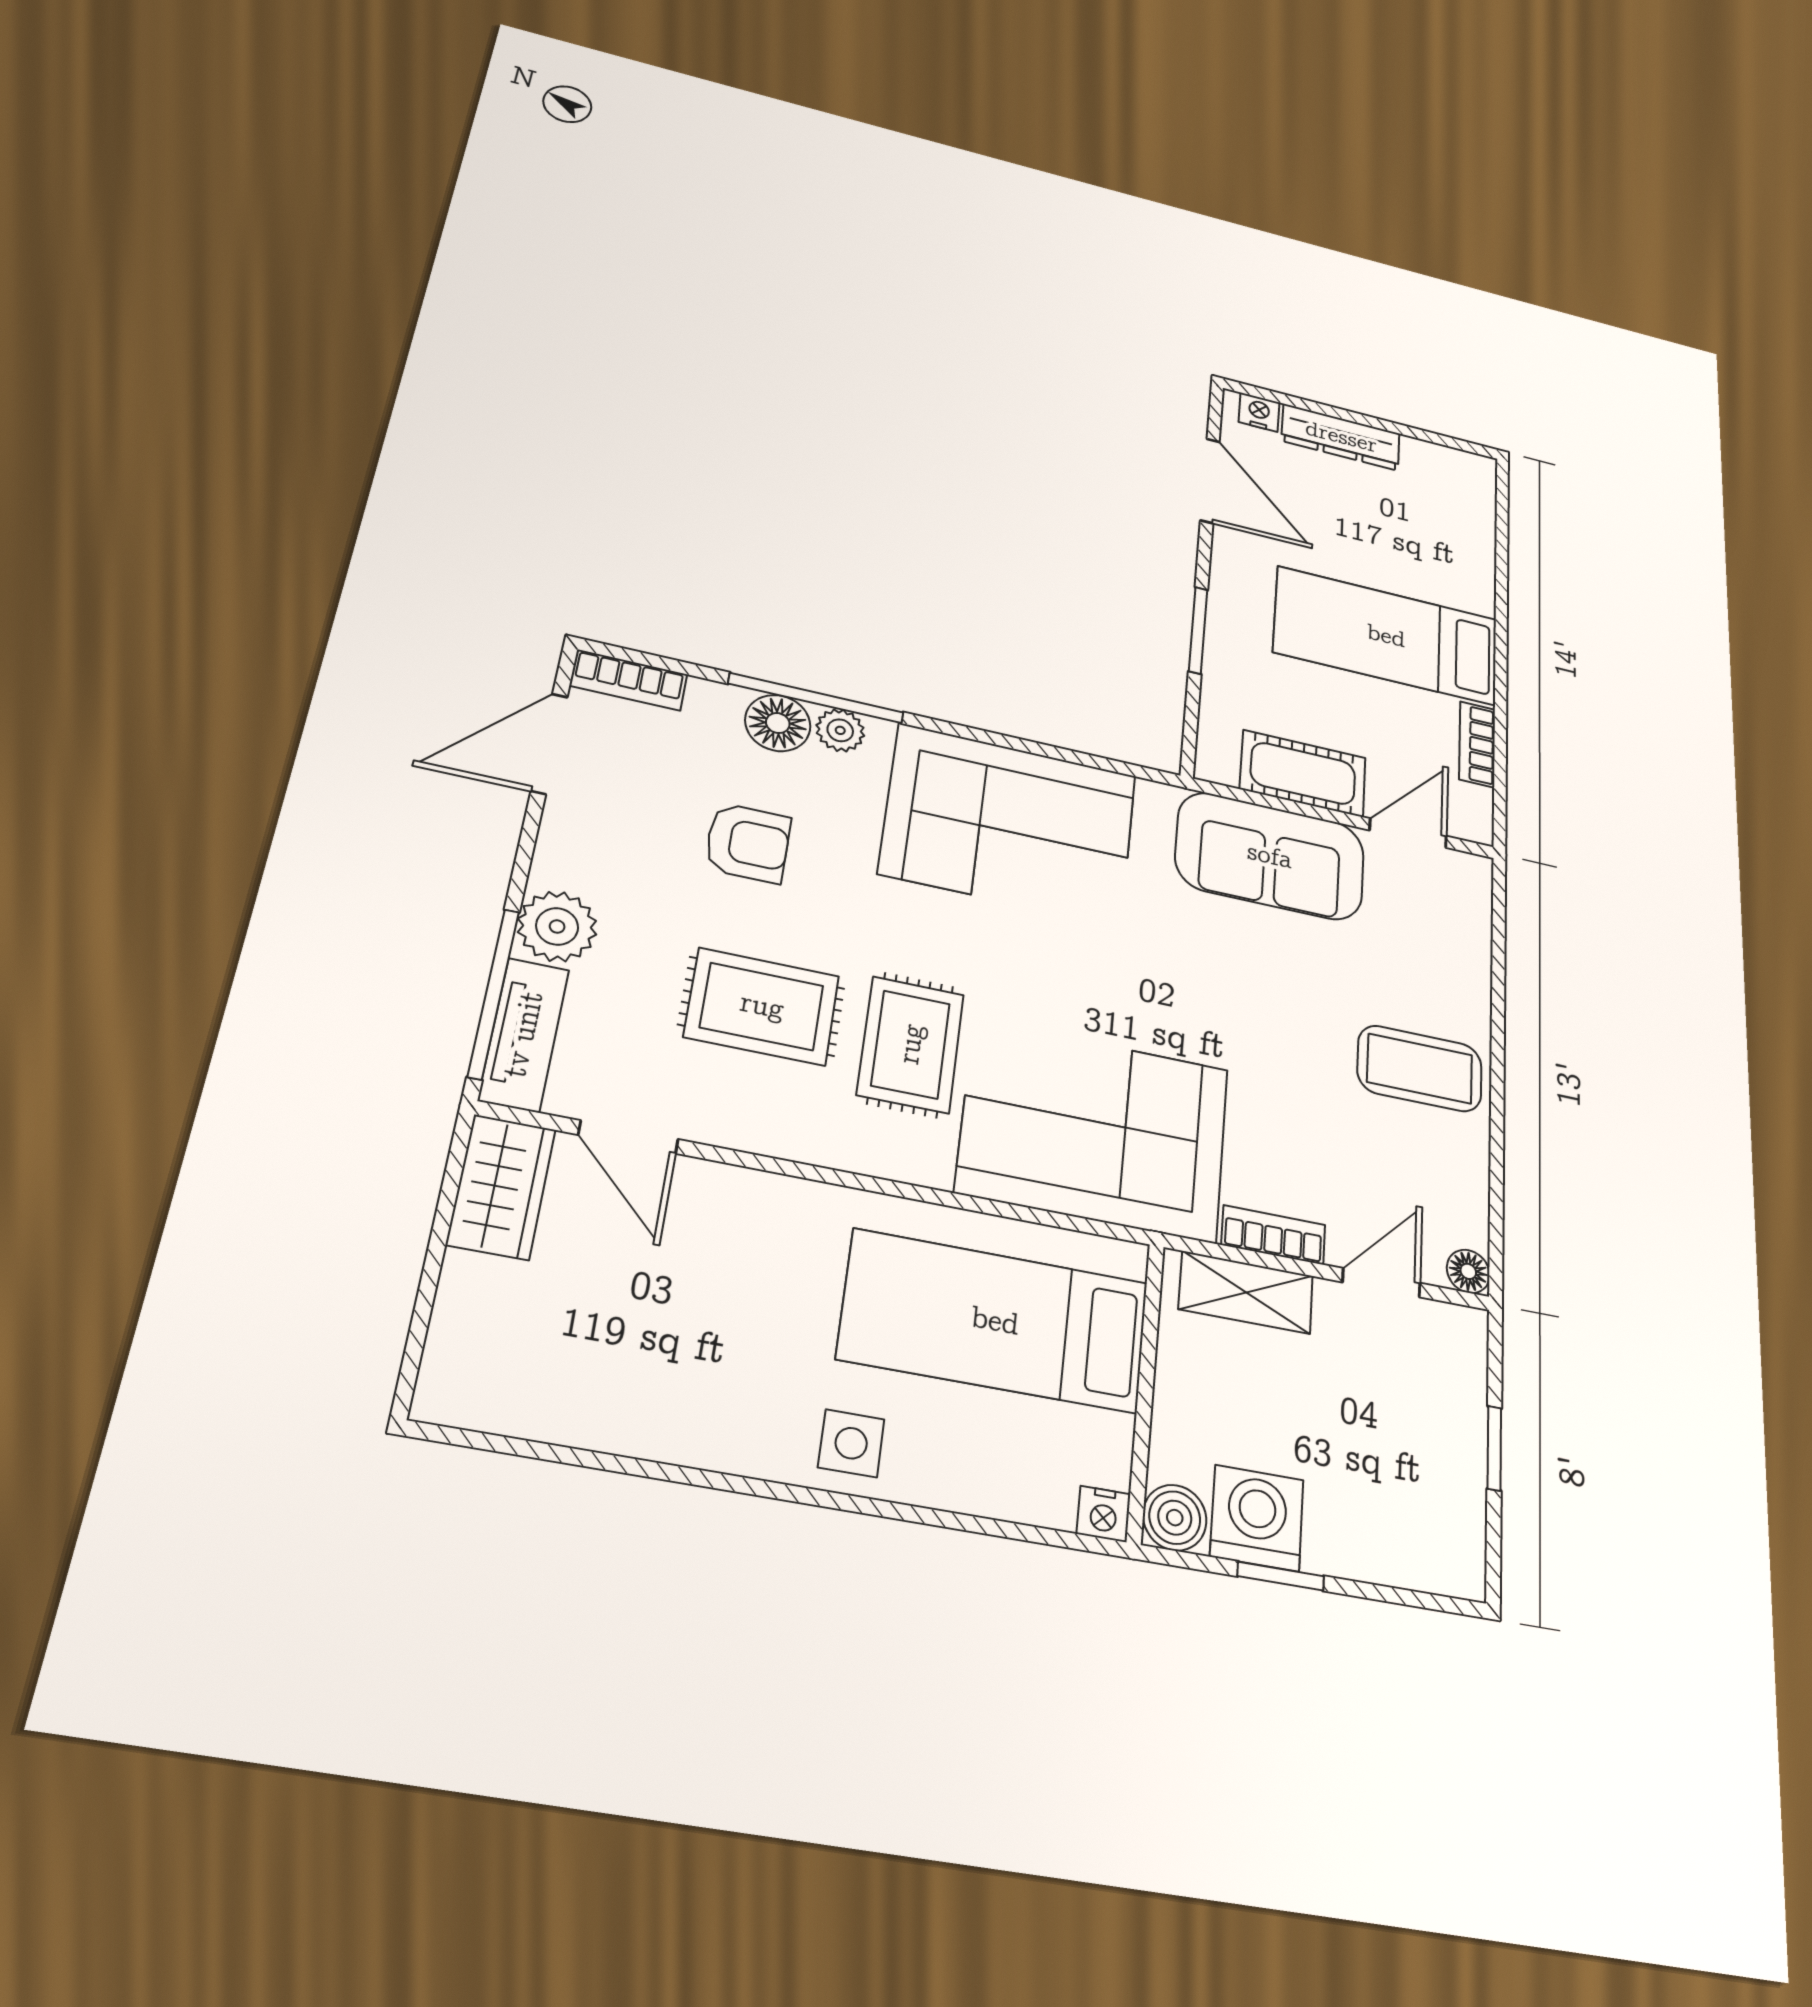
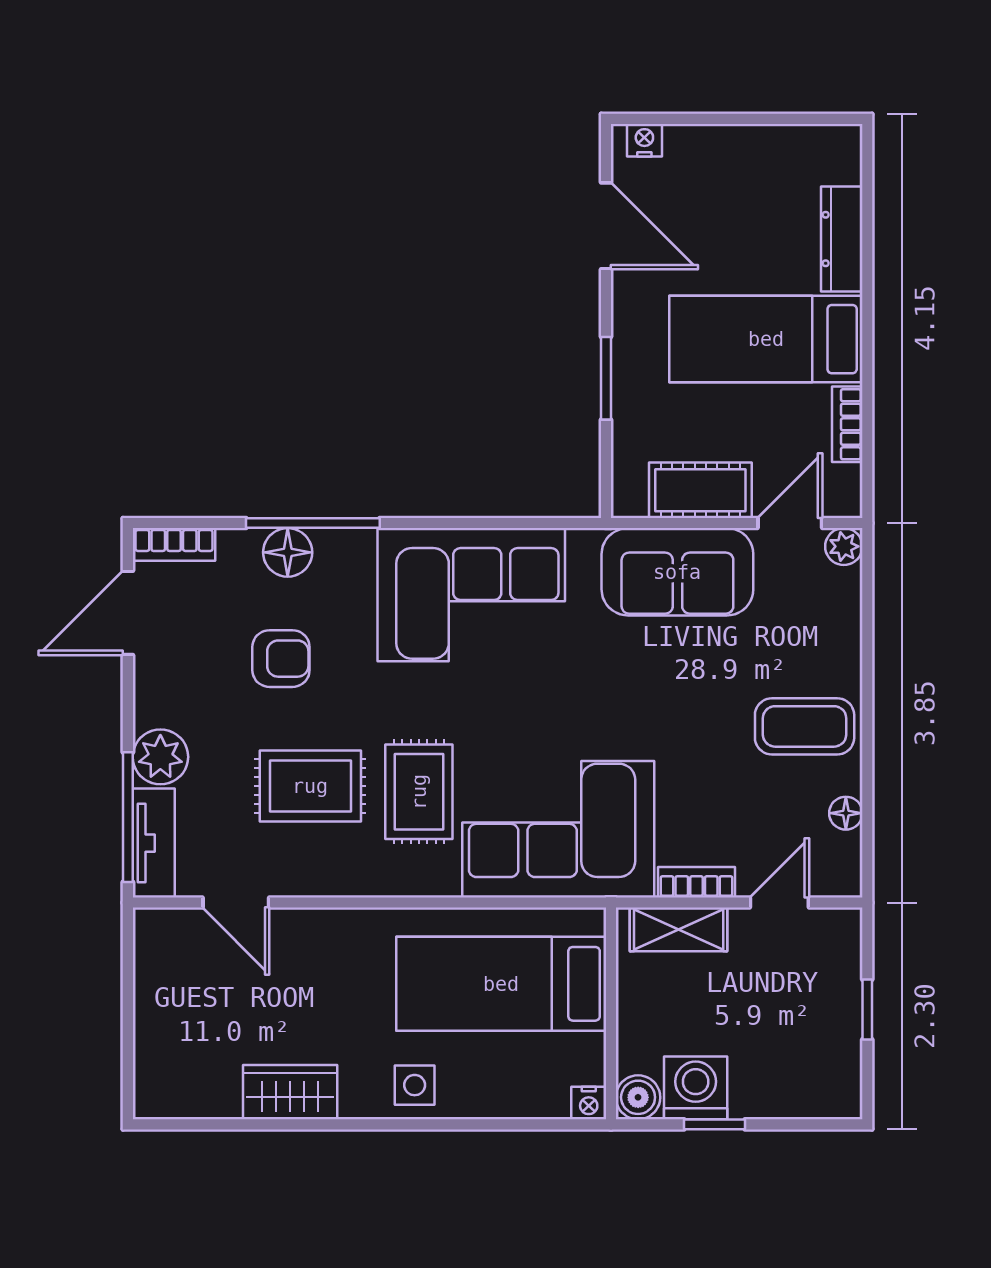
dresser: (1341, 437) -> (842, 239), moved, turned 90
plant: (840, 730) -> (844, 546), moved
wardrobe: (501, 1187) -> (290, 1092), moved, turned -90
floor lamp: (1468, 1271) -> (846, 813), moved

